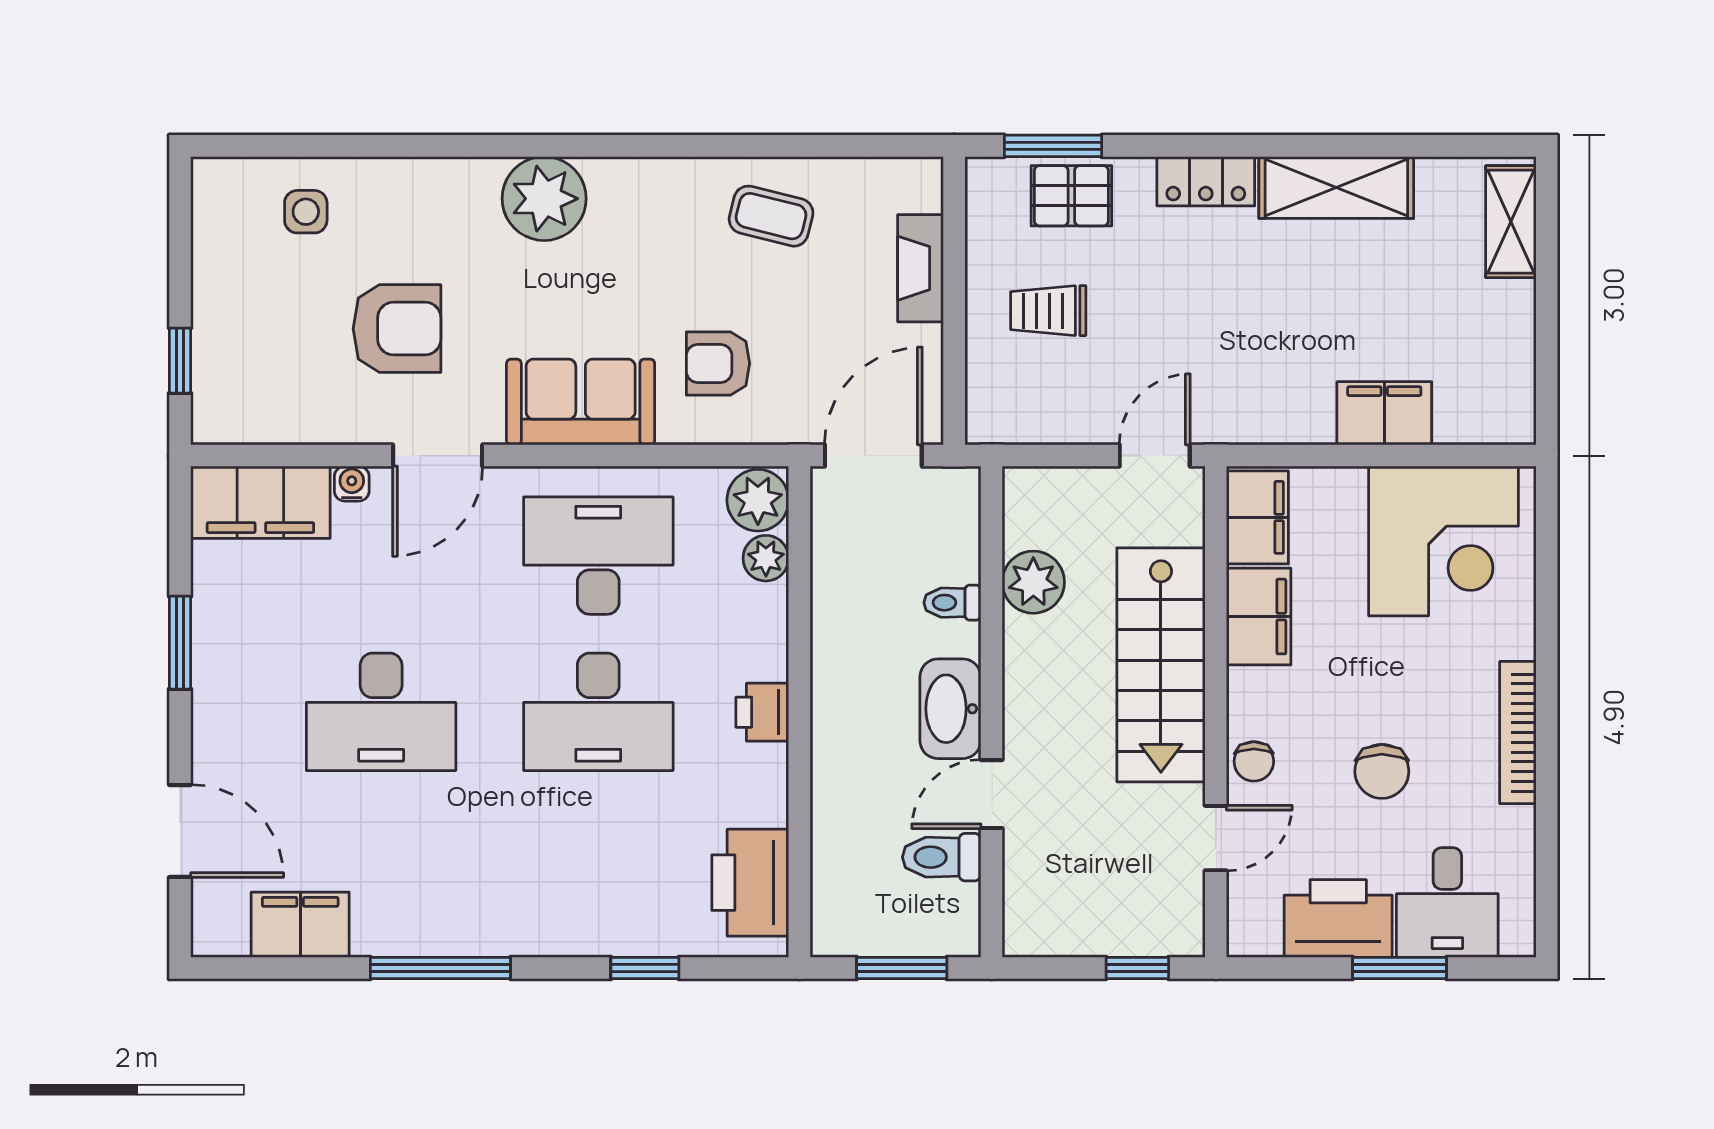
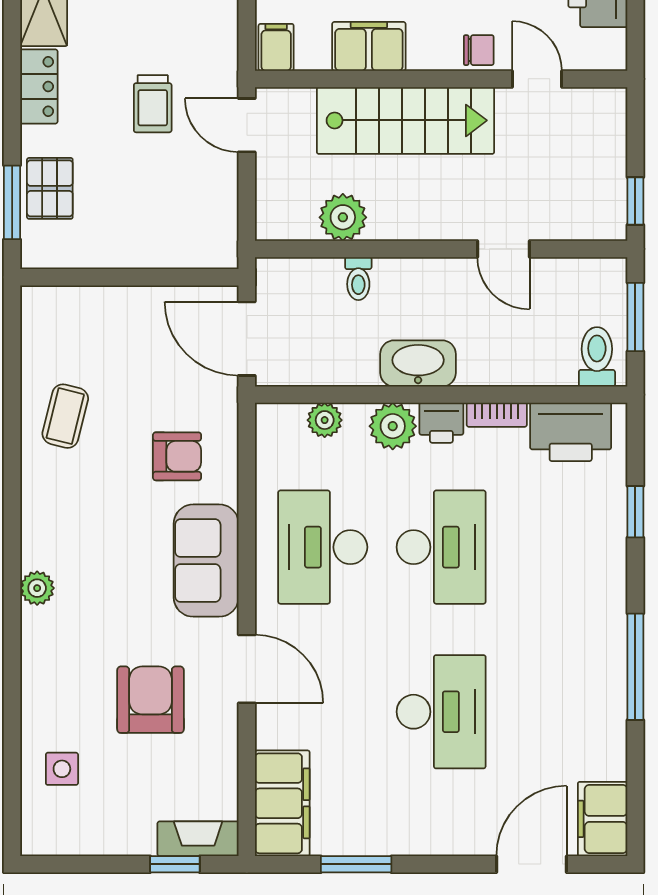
plant: (544, 199) -> (37, 588), width x0.53, depth x0.53
fireplace: (921, 268) -> (198, 839), moved, turned 180
trolley: (1048, 311) -> (153, 104), moved
armchair: (718, 363) -> (177, 456), turned -90
water cooler: (352, 484) -> (268, 734), removed
plant: (758, 500) -> (393, 426), moved
filing cabinet: (1257, 517) -> (276, 47), width x0.50
window: (180, 643) -> (356, 864), moved
washbasin: (950, 709) -> (418, 363), moved, turned 180
bookcase: (773, 785) -> (497, 415), added
toilet: (942, 857) -> (597, 357), moved, turned 180
filing cabinet: (300, 925) -> (603, 819), moved
window: (1137, 968) -> (635, 201), moved

